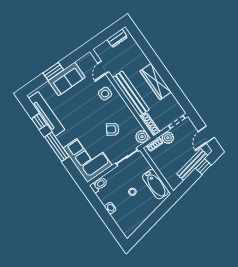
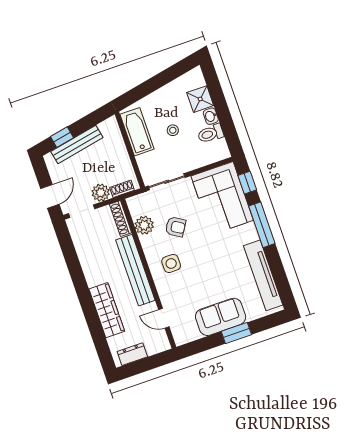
door: (103, 68) -> (164, 318), swing flipped
wardrobe: (156, 82) -> (107, 310), moved
side table: (105, 94) -> (171, 263), moved
window: (39, 122) -> (247, 183), moved
door: (206, 135) -> (50, 196), moved
plant: (142, 137) -> (144, 225), moved
toilet: (99, 185) -> (211, 134), moved
shower: (120, 217) -> (200, 99), added

